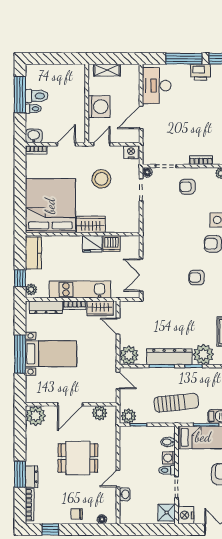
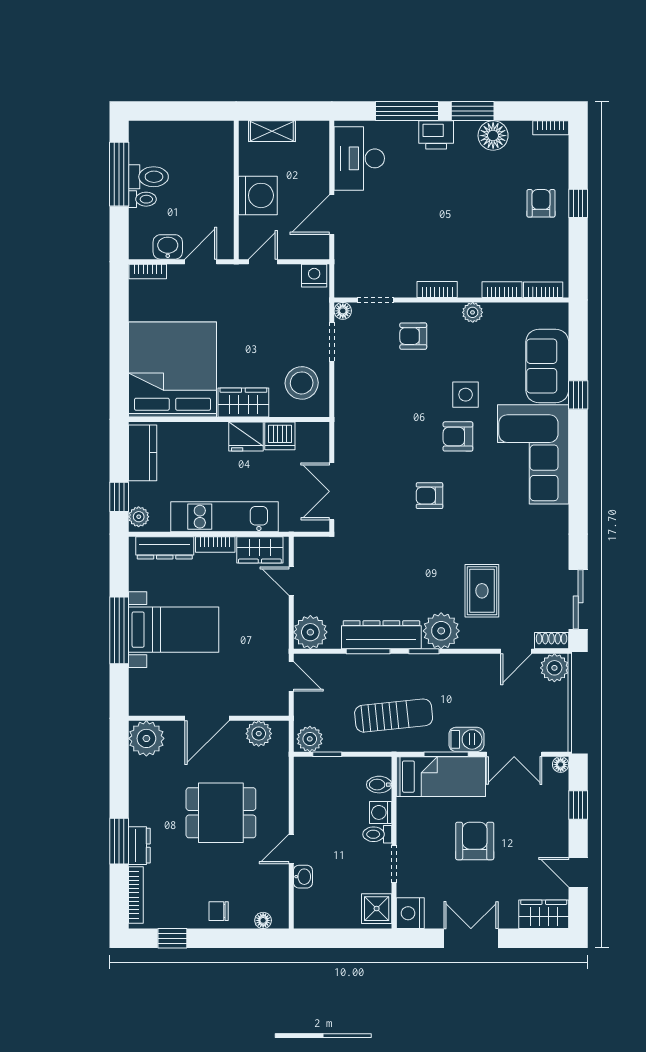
washbasin: (34, 136) -> (168, 247), moved
stool: (101, 179) -> (302, 383), moved

